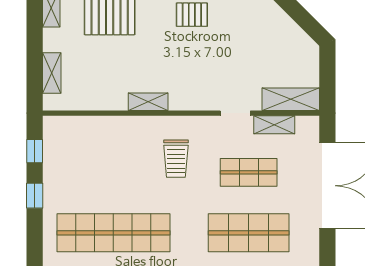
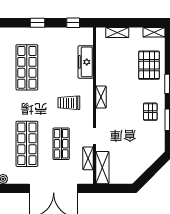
shelving: (148, 102) -> (101, 97), moved
freezer: (104, 129) -> (86, 62), added
window: (35, 196) -> (38, 23), moved
shop shelf: (113, 233) -> (27, 67), width x0.71

